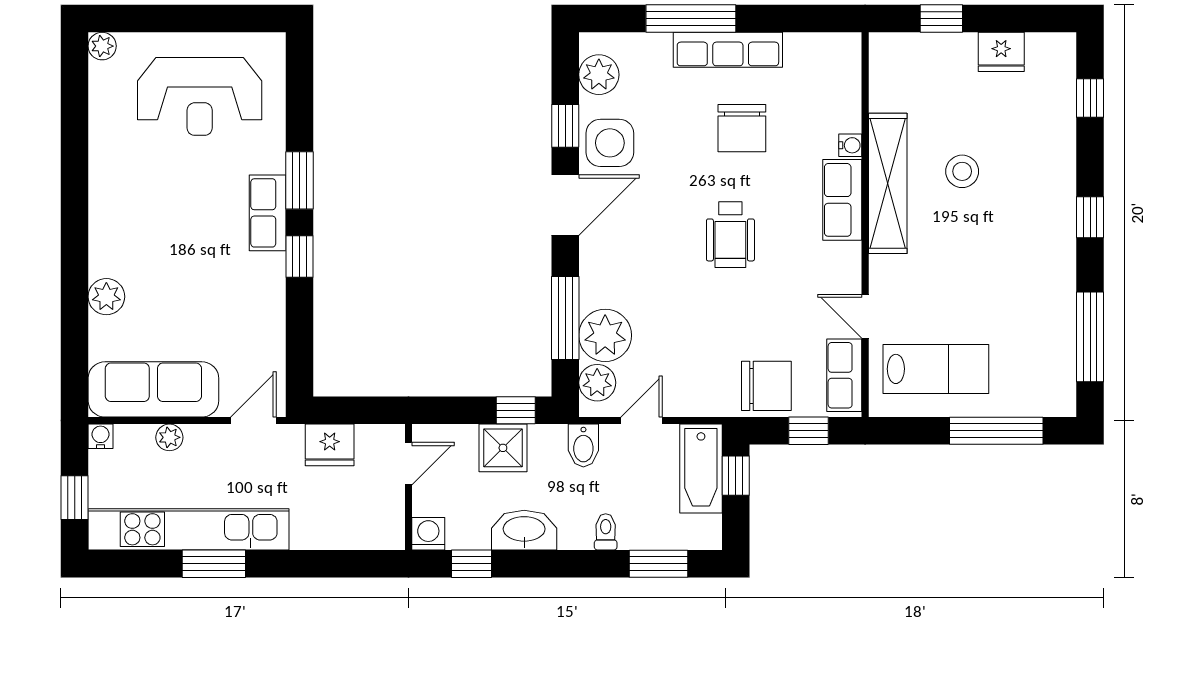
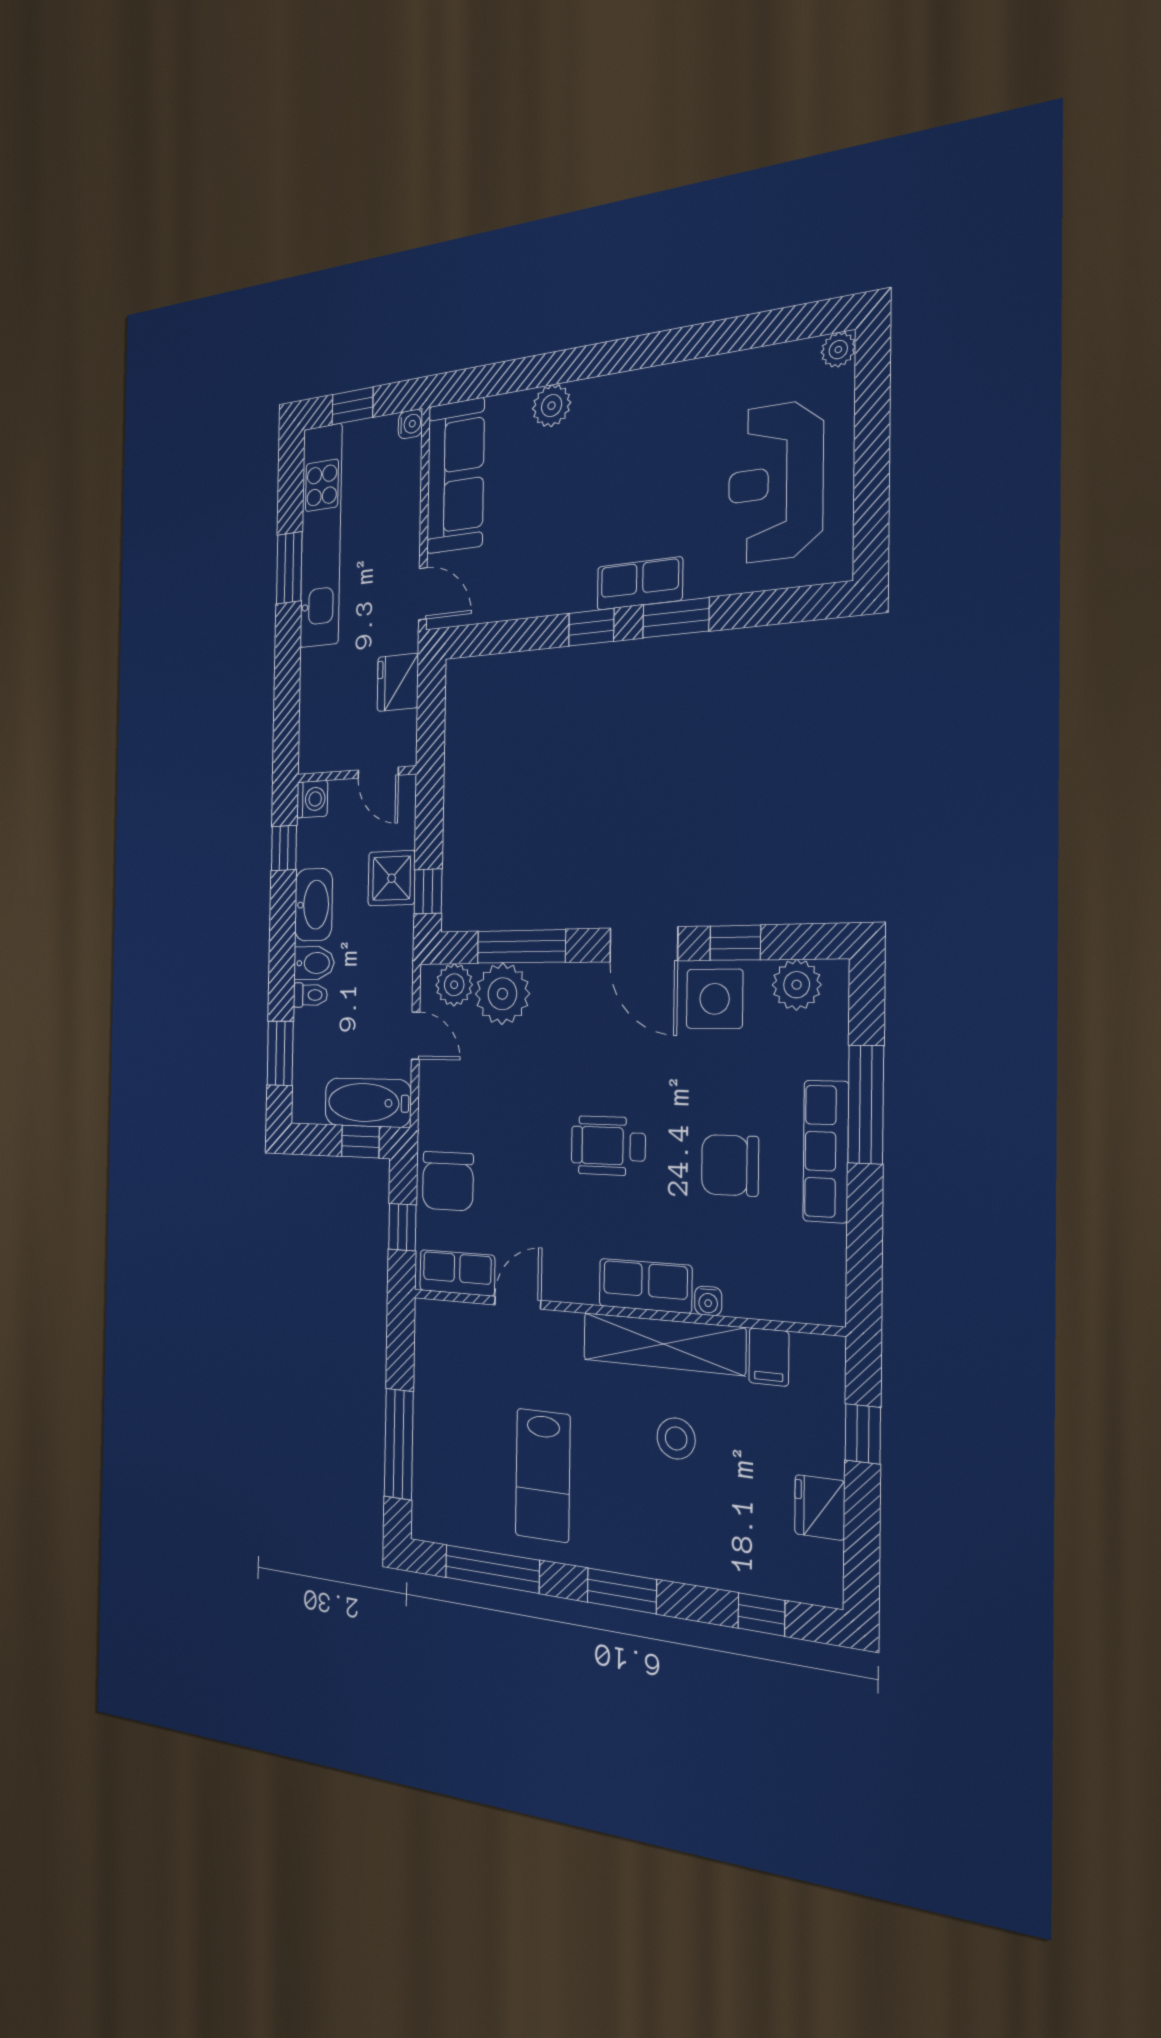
filing cabinet: (890, 94) -> (769, 1357), added
window: (1090, 217) -> (622, 1591), width x1.50
lab bench: (936, 369) -> (543, 1475), moved
plant: (169, 437) -> (408, 501), removed
bidet: (583, 446) -> (314, 963), moved, turned 180

